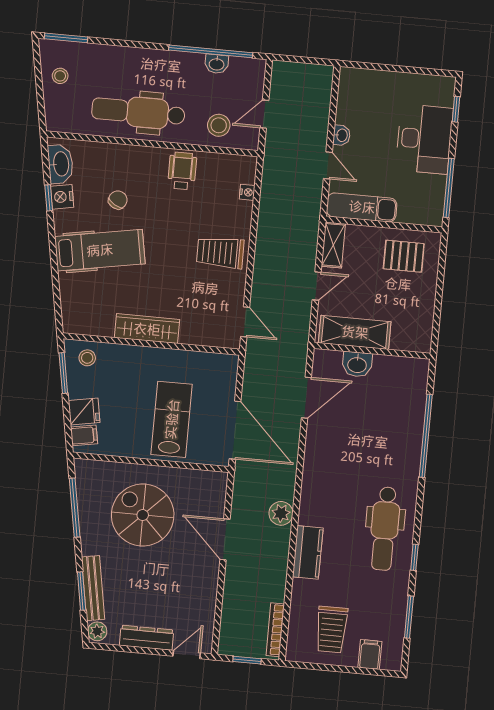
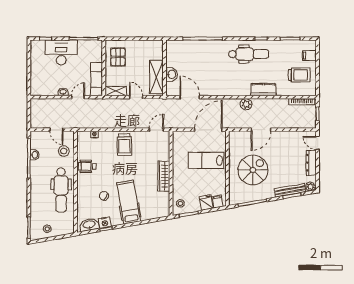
spiral stairs: (143, 515) -> (253, 170), turned 180

